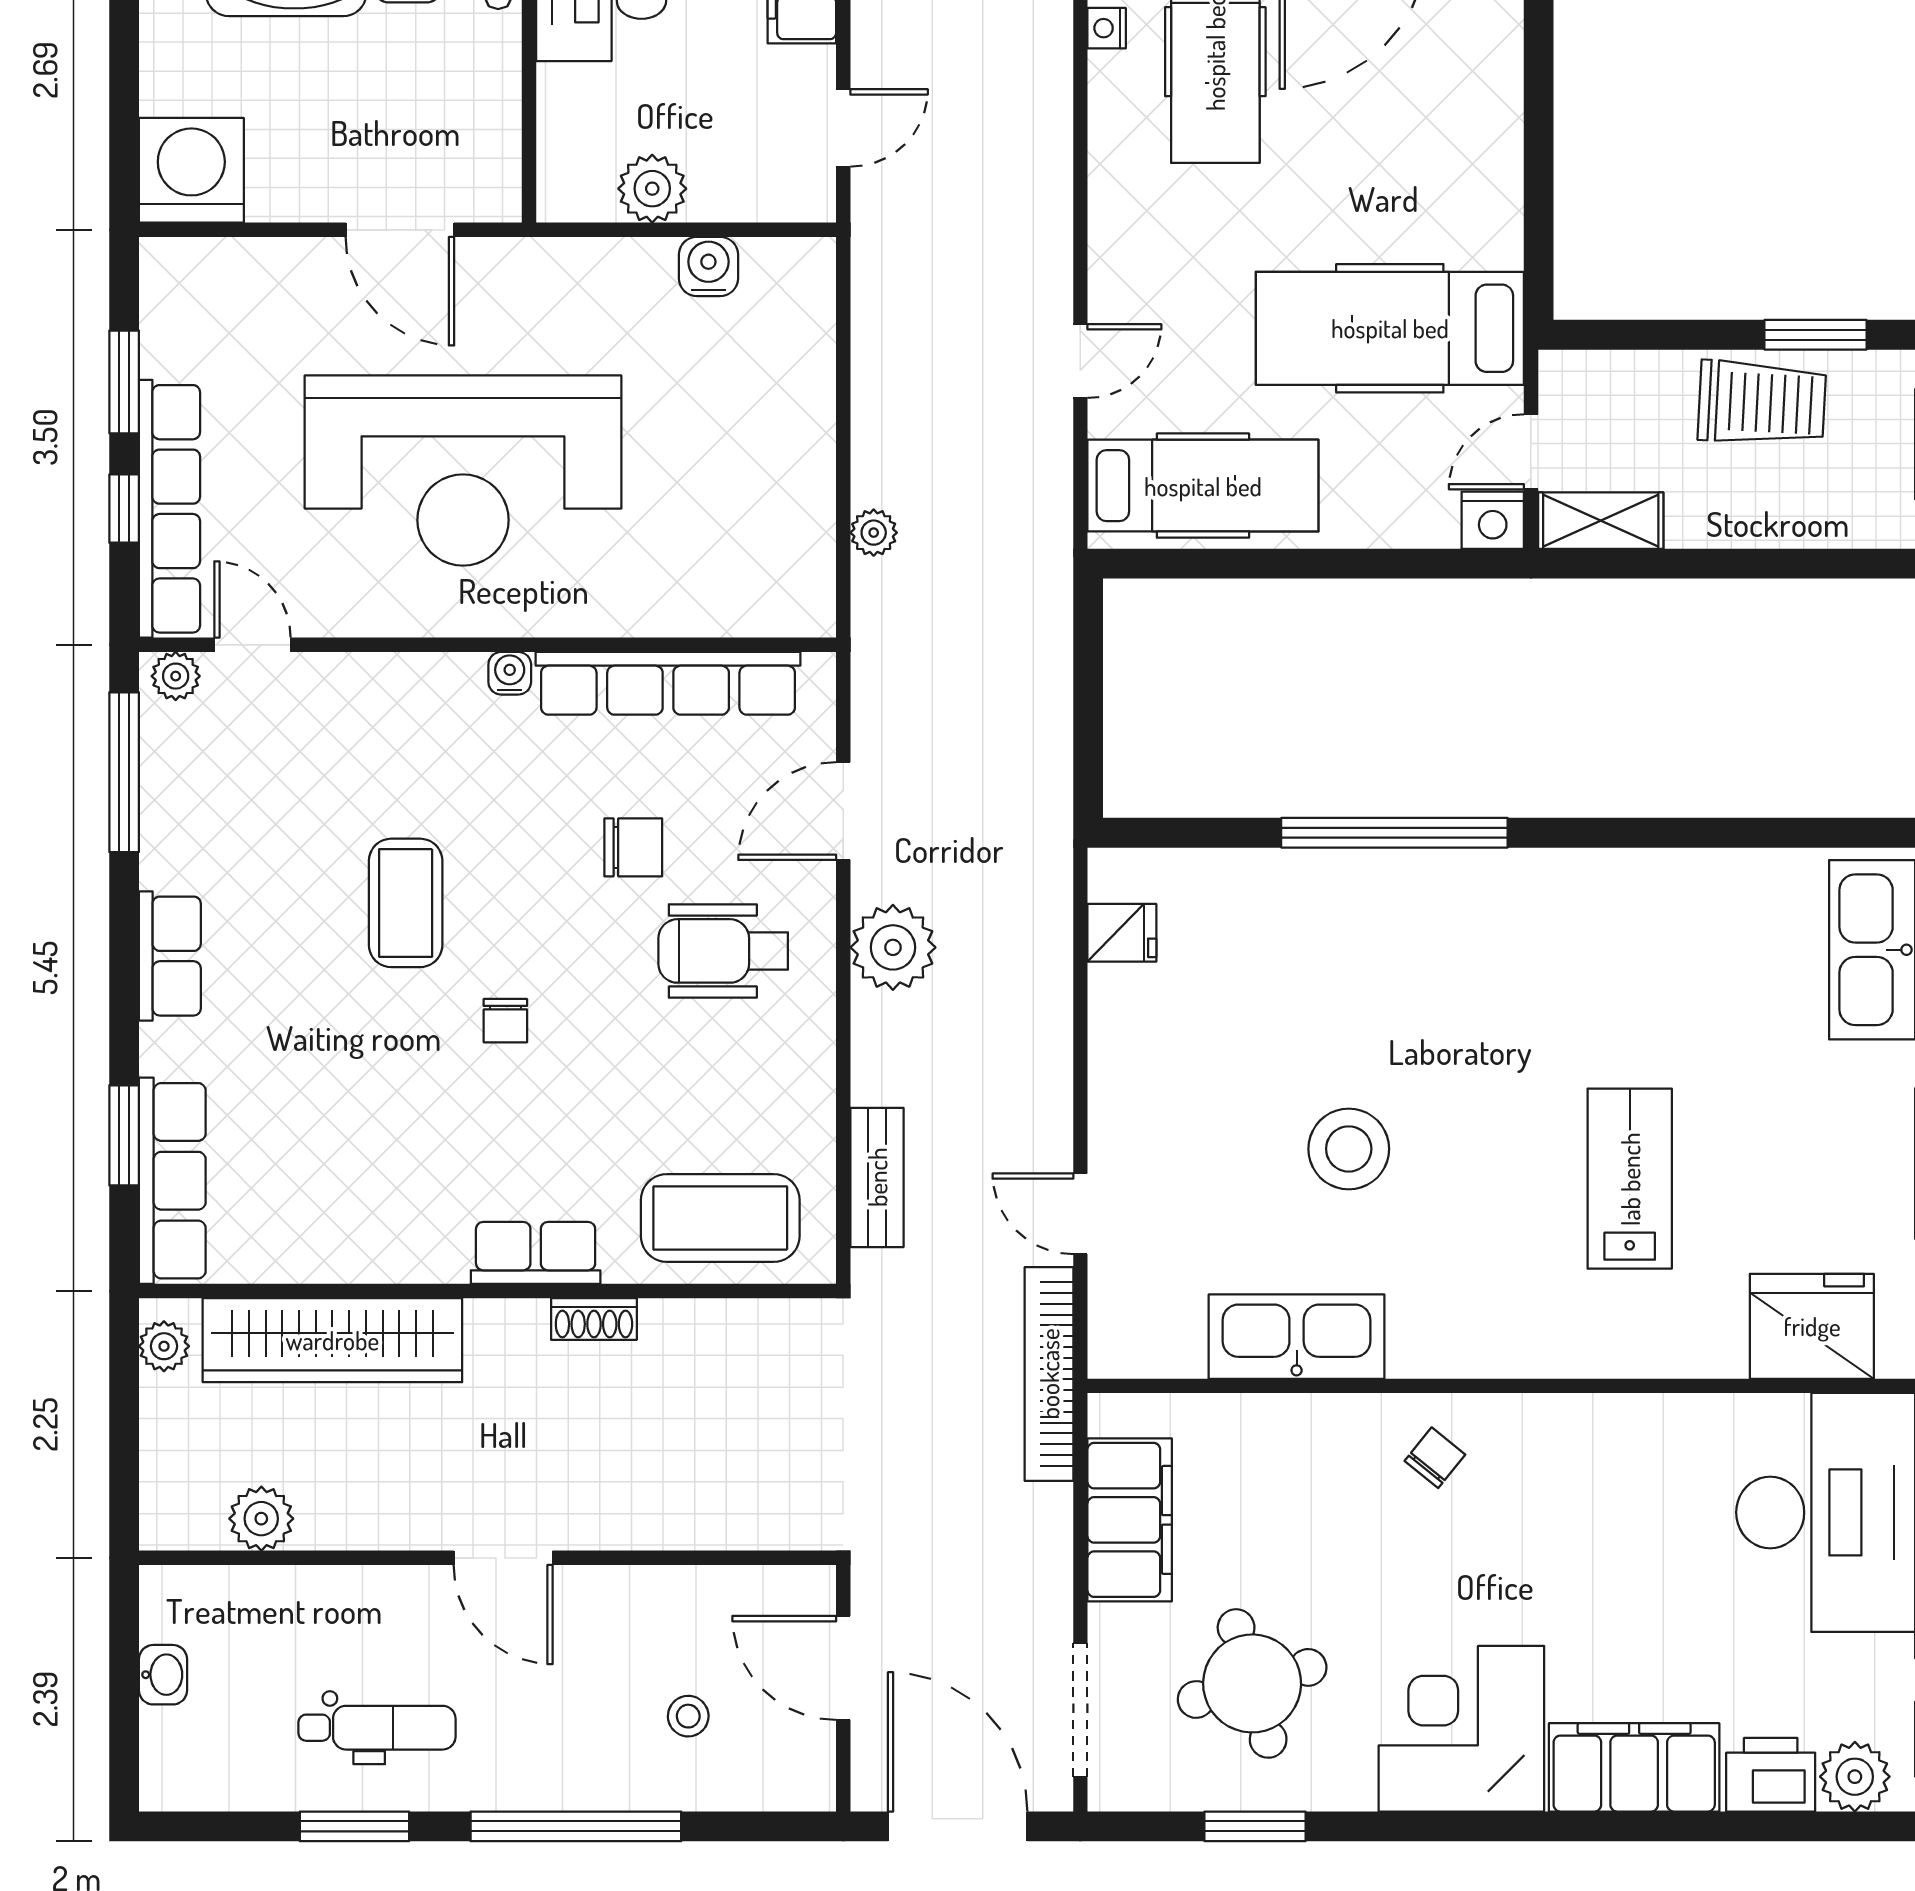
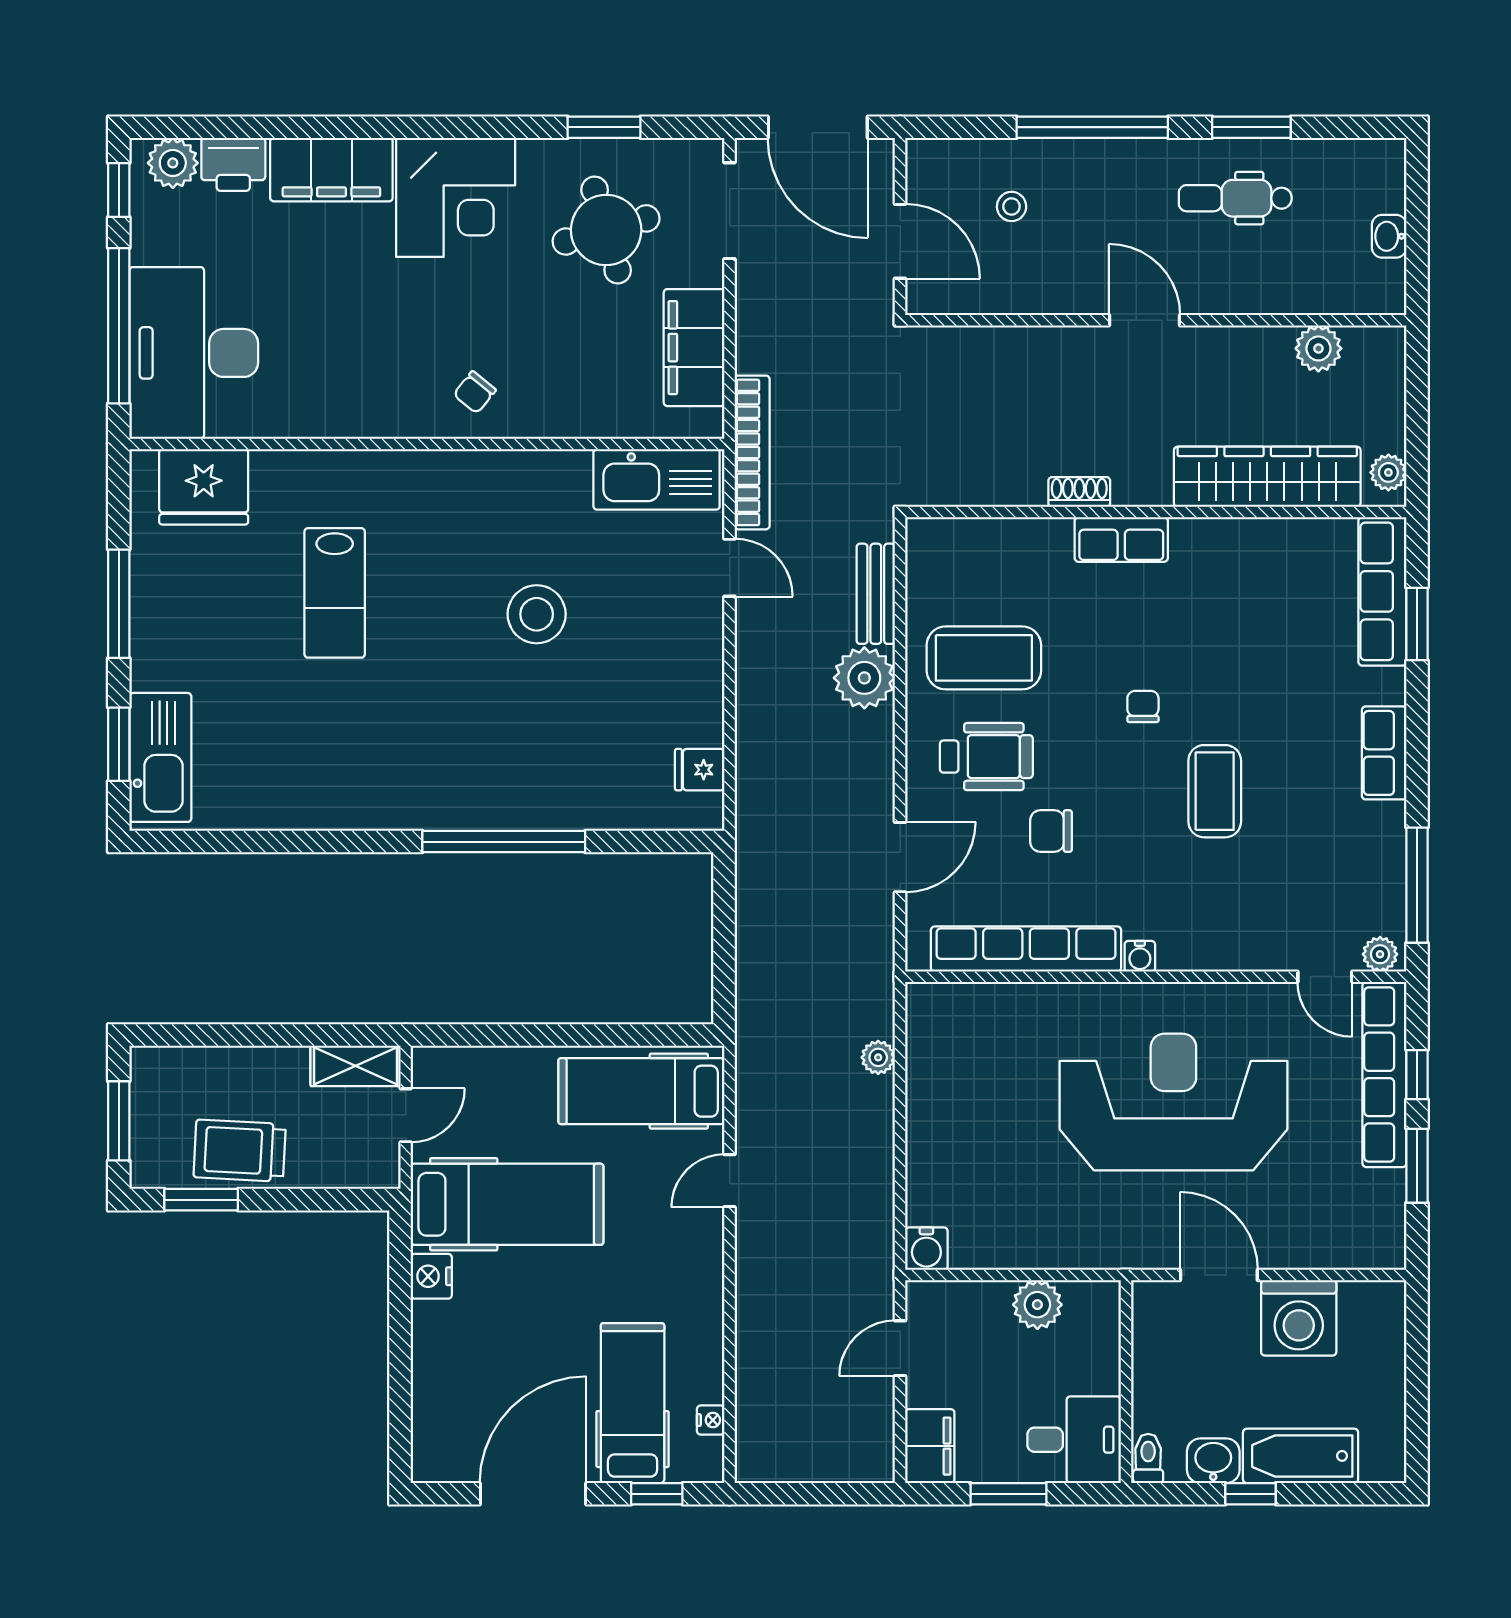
washing machine: (191, 170) -> (1299, 1318), moved
water cooler: (708, 266) -> (926, 1249), moved
nightstand: (1493, 520) -> (431, 1276), moved, turned -90
plant: (893, 947) -> (864, 678), moved
coffee table: (720, 1218) -> (984, 658), moved
kitchen sink: (1297, 1337) -> (657, 479), moved

